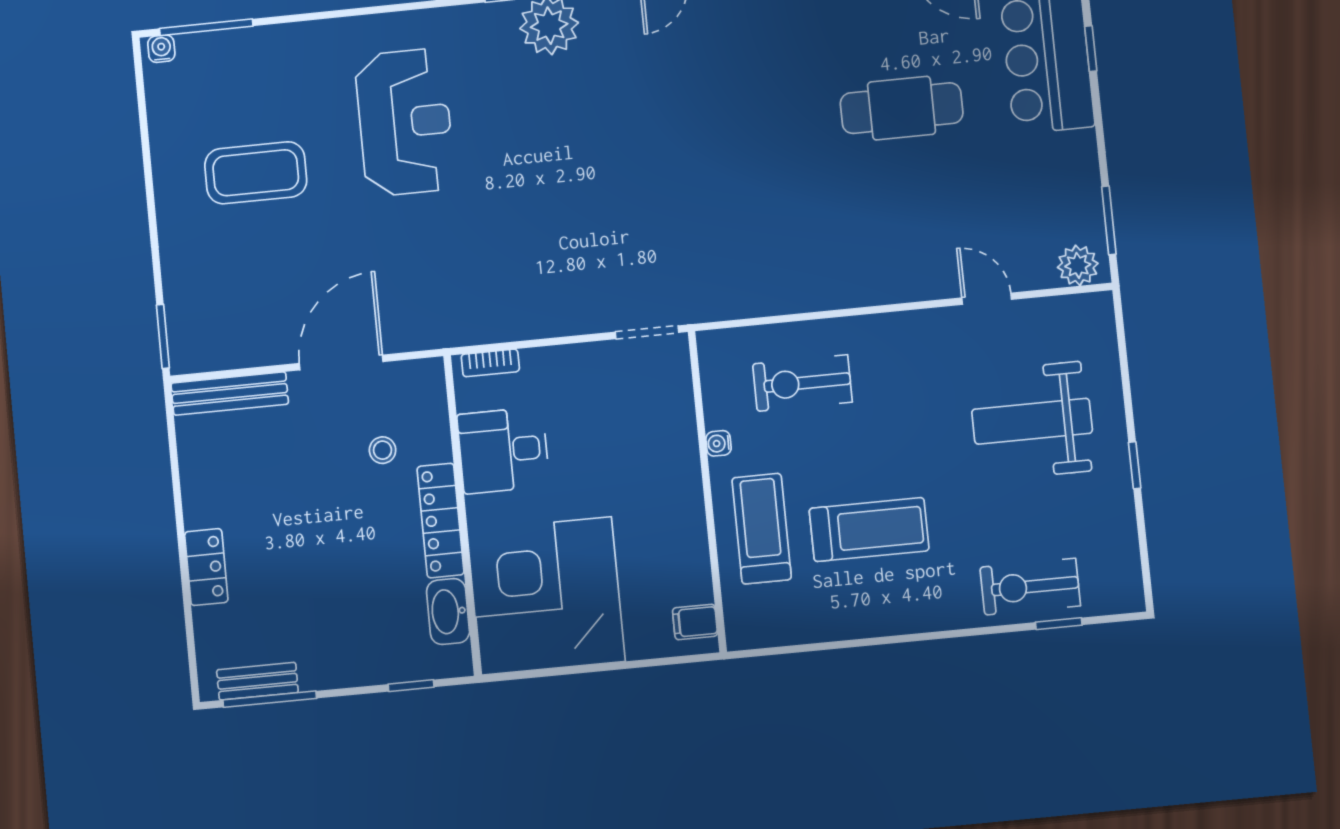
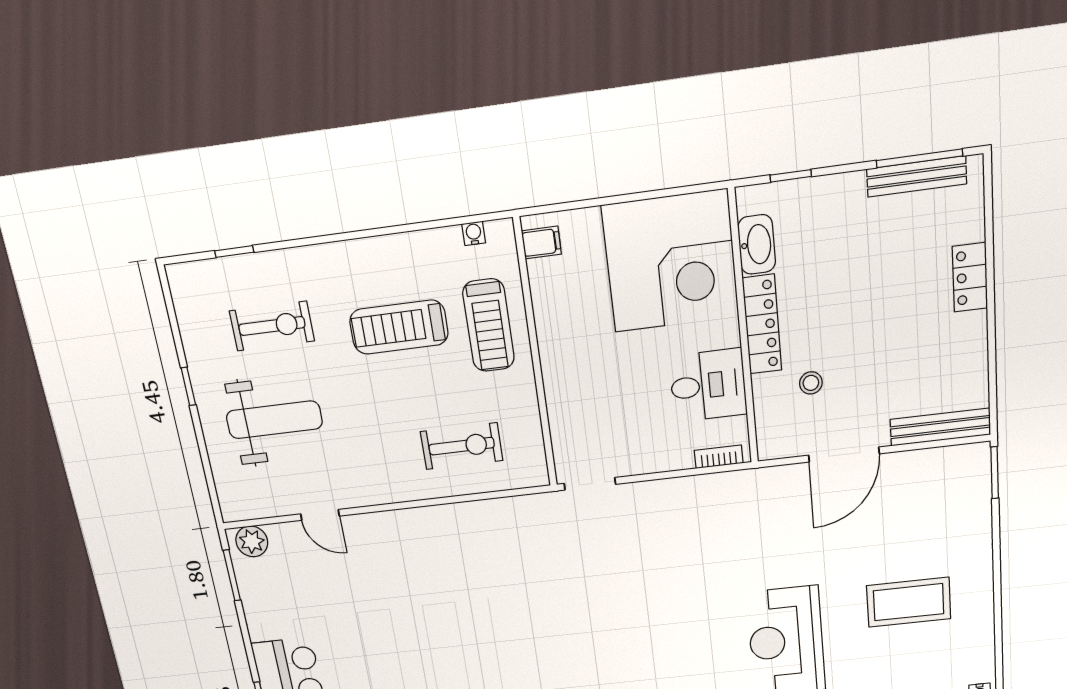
cafe table: (902, 108) -> (398, 655), removed
water cooler: (719, 443) -> (474, 233), moved, turned -90
exercise bike: (1030, 587) -> (272, 326), moved
bench: (257, 681) -> (917, 176), width x1.36

